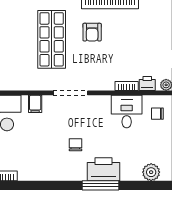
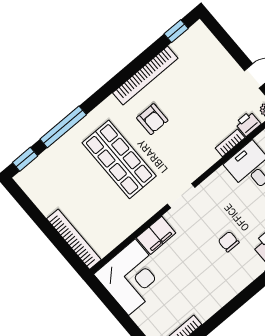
doorway: (70, 93) -> (181, 196), width x0.73
filing cabinet: (35, 104) -> (156, 235), width x2.00

